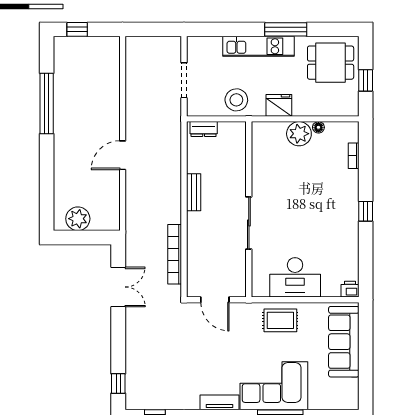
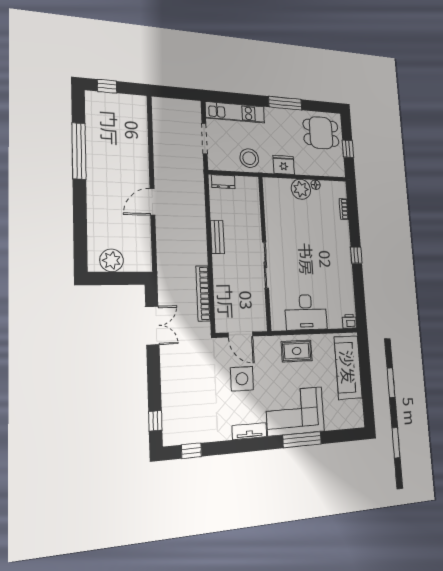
kitchen unit: (259, 46) -> (235, 112), moved
side table: (214, 347) -> (242, 379), added

